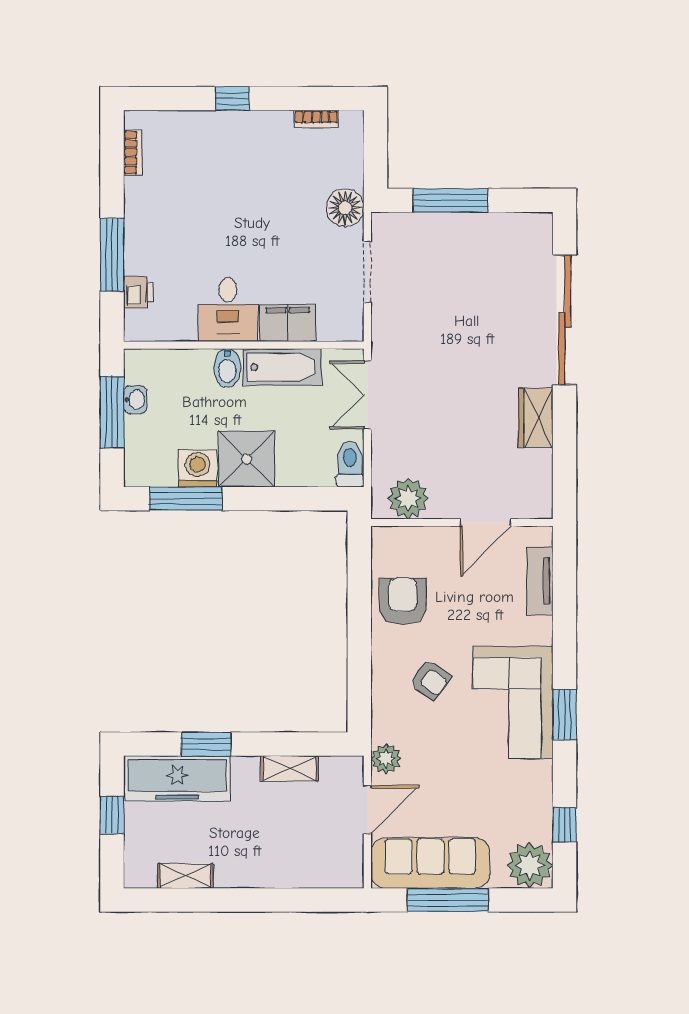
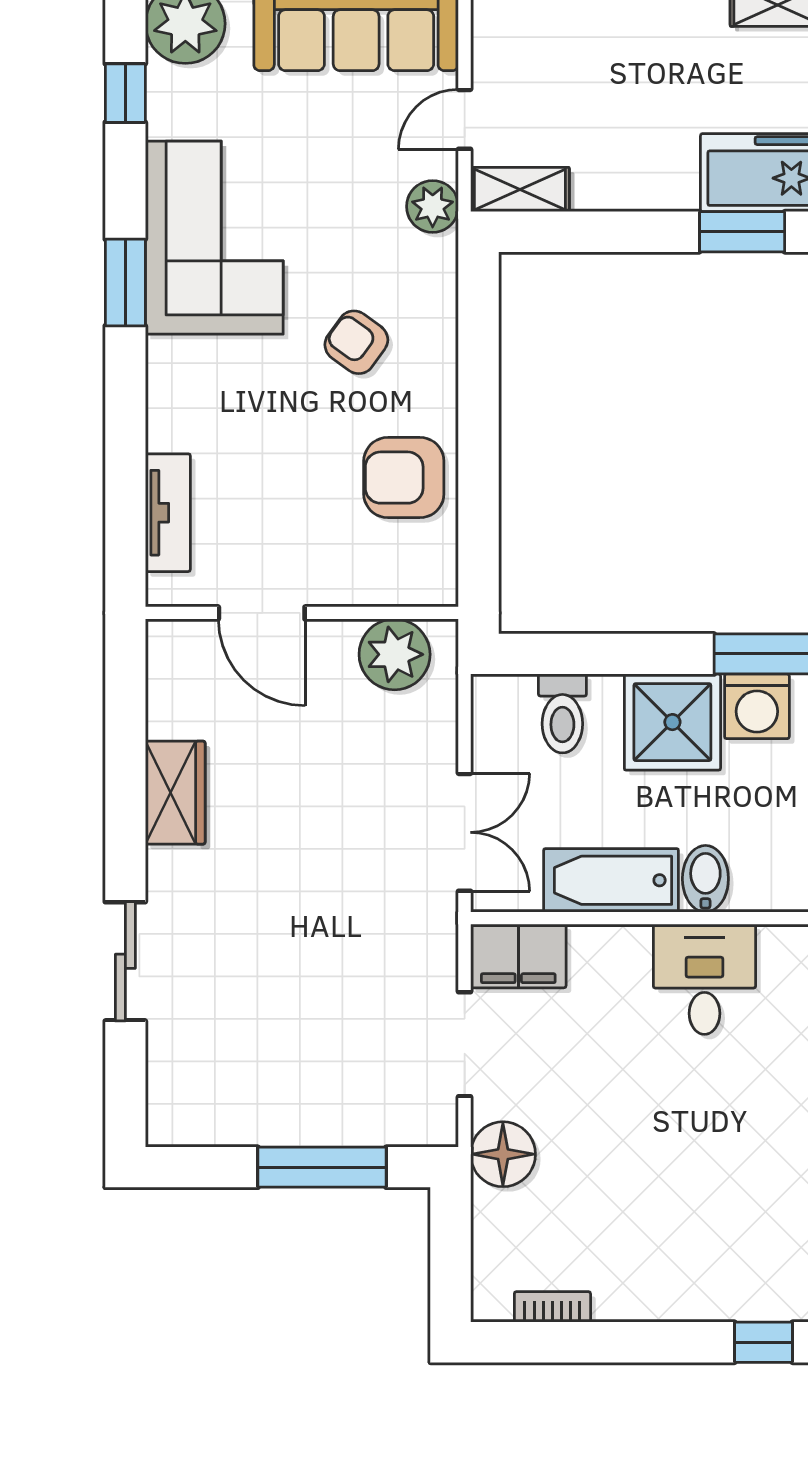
window: (232, 98) -> (763, 1342), moved
sliding door: (565, 320) -> (125, 961), width x0.54
filing cabinet: (288, 323) -> (518, 956), moved
toilet: (350, 464) -> (562, 713), moved
door: (485, 522) -> (262, 613), swing flipped
armchair: (403, 601) -> (404, 478), turned 90
corner sofa: (513, 702) -> (214, 238), moved
shelving: (290, 769) -> (520, 190), moved
door: (367, 809) -> (465, 119), width x0.73

